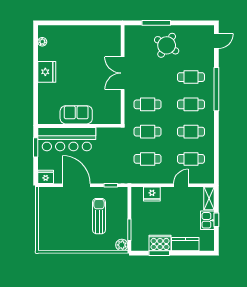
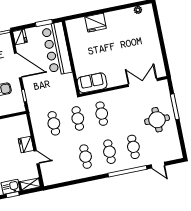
door: (216, 41) -> (158, 165), moved
round table: (167, 45) -> (157, 120), turned -32
fridge: (47, 72) -> (96, 23), moved
double door: (123, 73) -> (143, 82), moved
sofa: (76, 115) -> (92, 83), moved, turned -90
cafe table: (191, 159) -> (62, 161), removed
door: (76, 185) -> (18, 65), hinge flipped
fridge: (152, 194) -> (26, 145), moved

